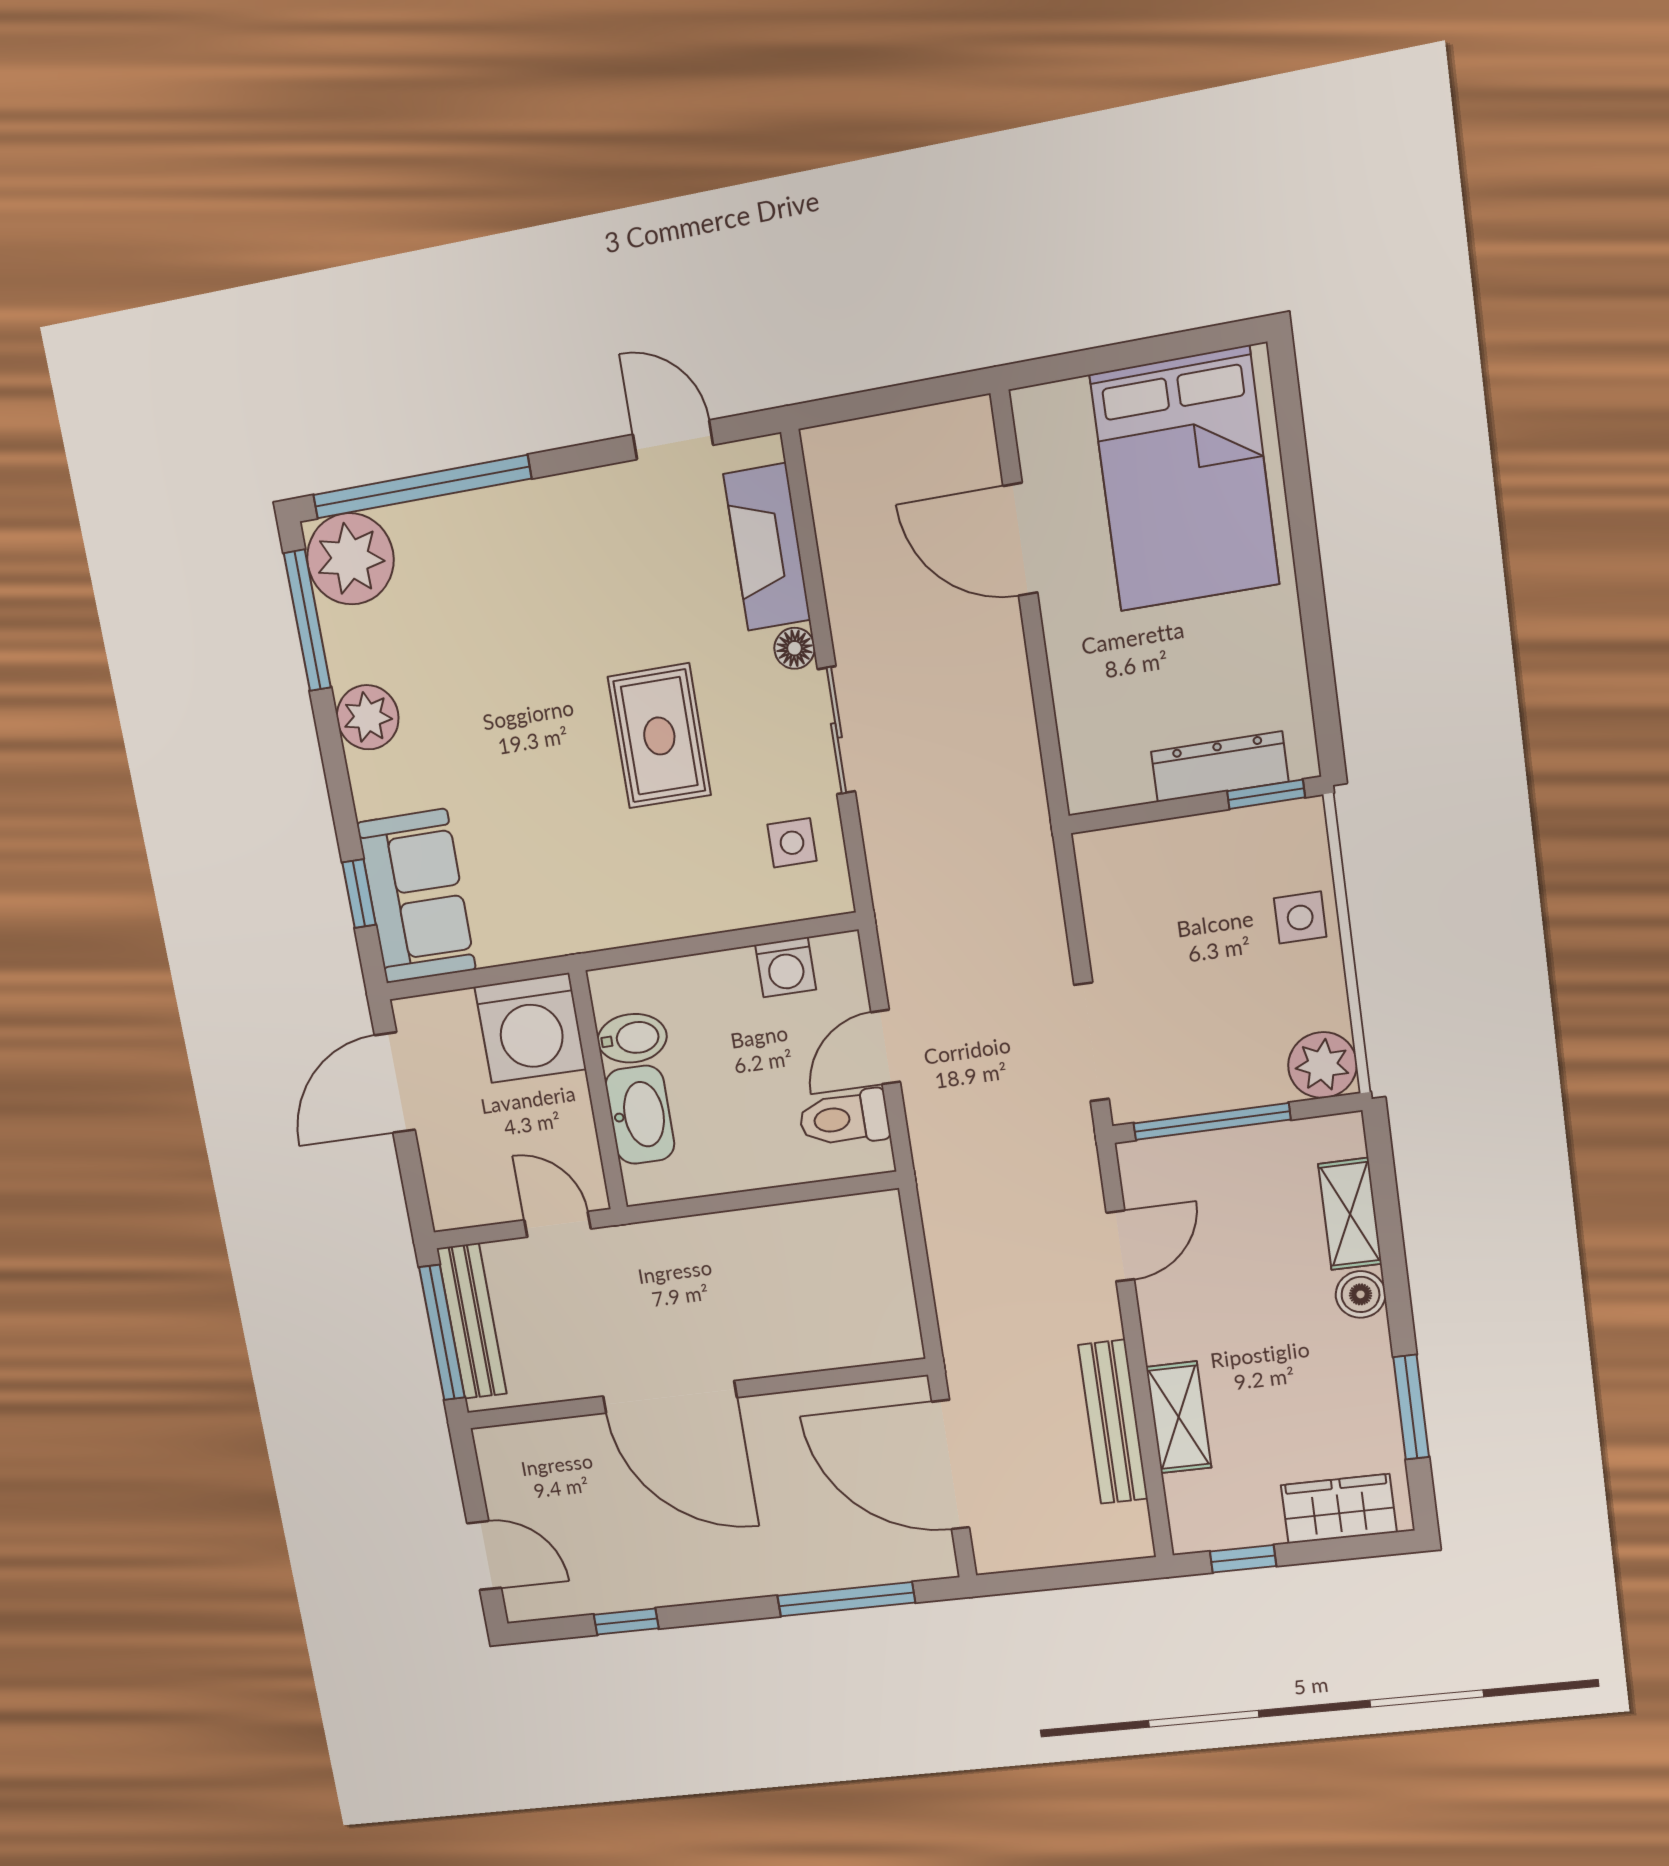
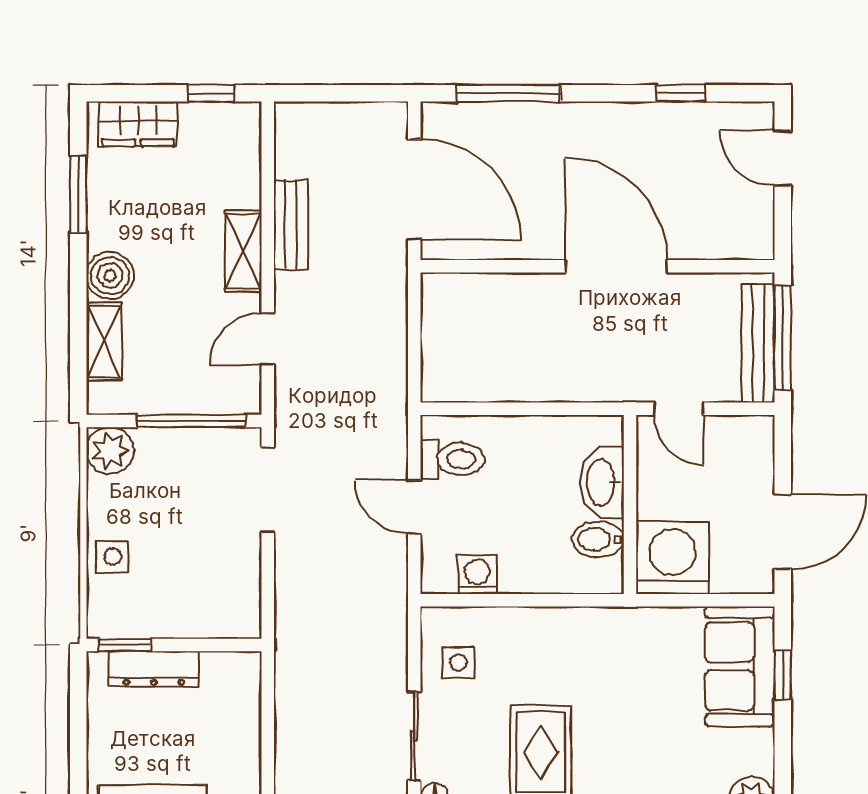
door: (886, 1047) -> (414, 507), swing flipped
boiler: (1361, 1294) -> (110, 276), width x1.36, depth x1.36
shelving: (1179, 1417) -> (243, 251), moved
bench: (1113, 1422) -> (291, 224), width x0.73

